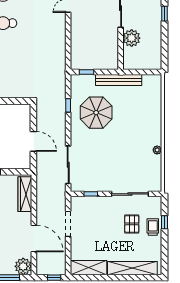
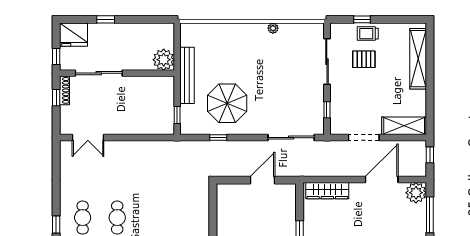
plant: (132, 38) -> (164, 60), moved
shelving: (89, 268) -> (404, 126), moved, turned 90

